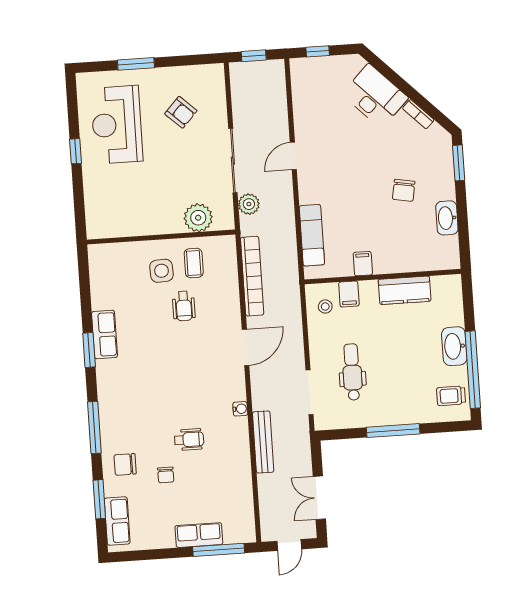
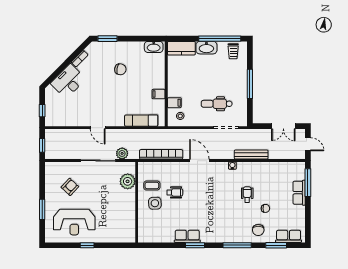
washbasin: (447, 218) -> (154, 47), moved
kitchen counter: (405, 290) -> (181, 48), moved, turned 90

